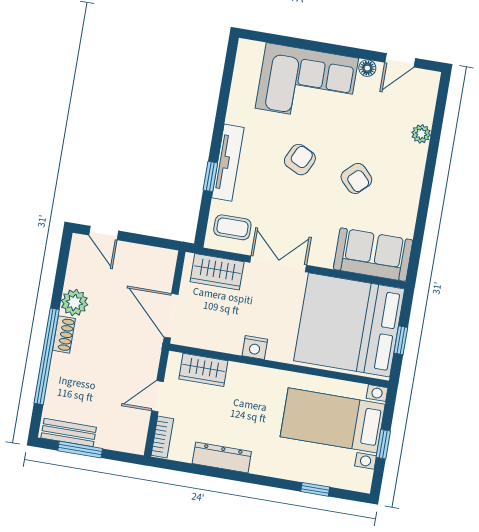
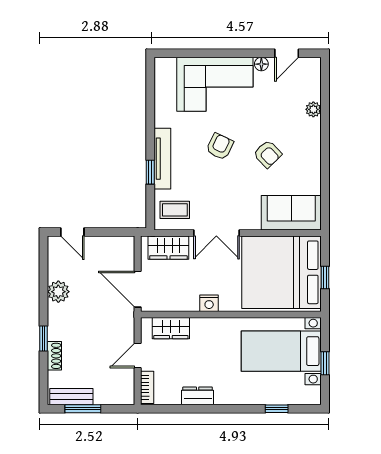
double door: (278, 264) -> (216, 233), swing flipped
shoe rack: (64, 334) -> (54, 356), moved
window: (47, 356) -> (43, 339), width x0.32
dresser: (222, 458) -> (198, 396), width x0.70

